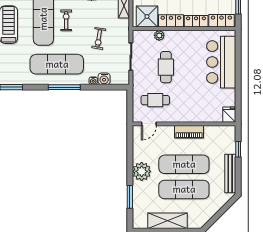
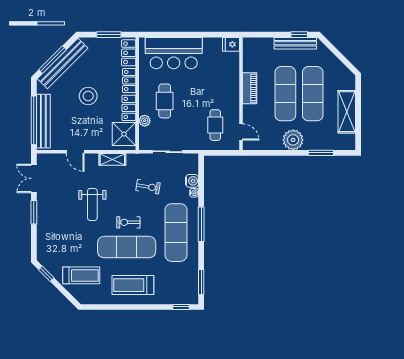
cafe table: (166, 67) -> (165, 101), moved, turned 90
window: (238, 149) -> (299, 35), moved

